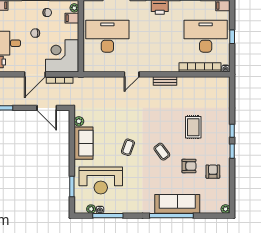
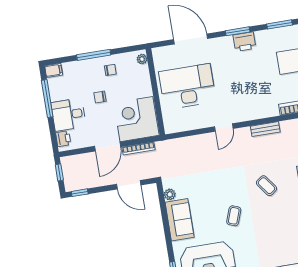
filing cabinet: (72, 18) -> (141, 72), removed
coffee table: (162, 152) -> (266, 186), moved

